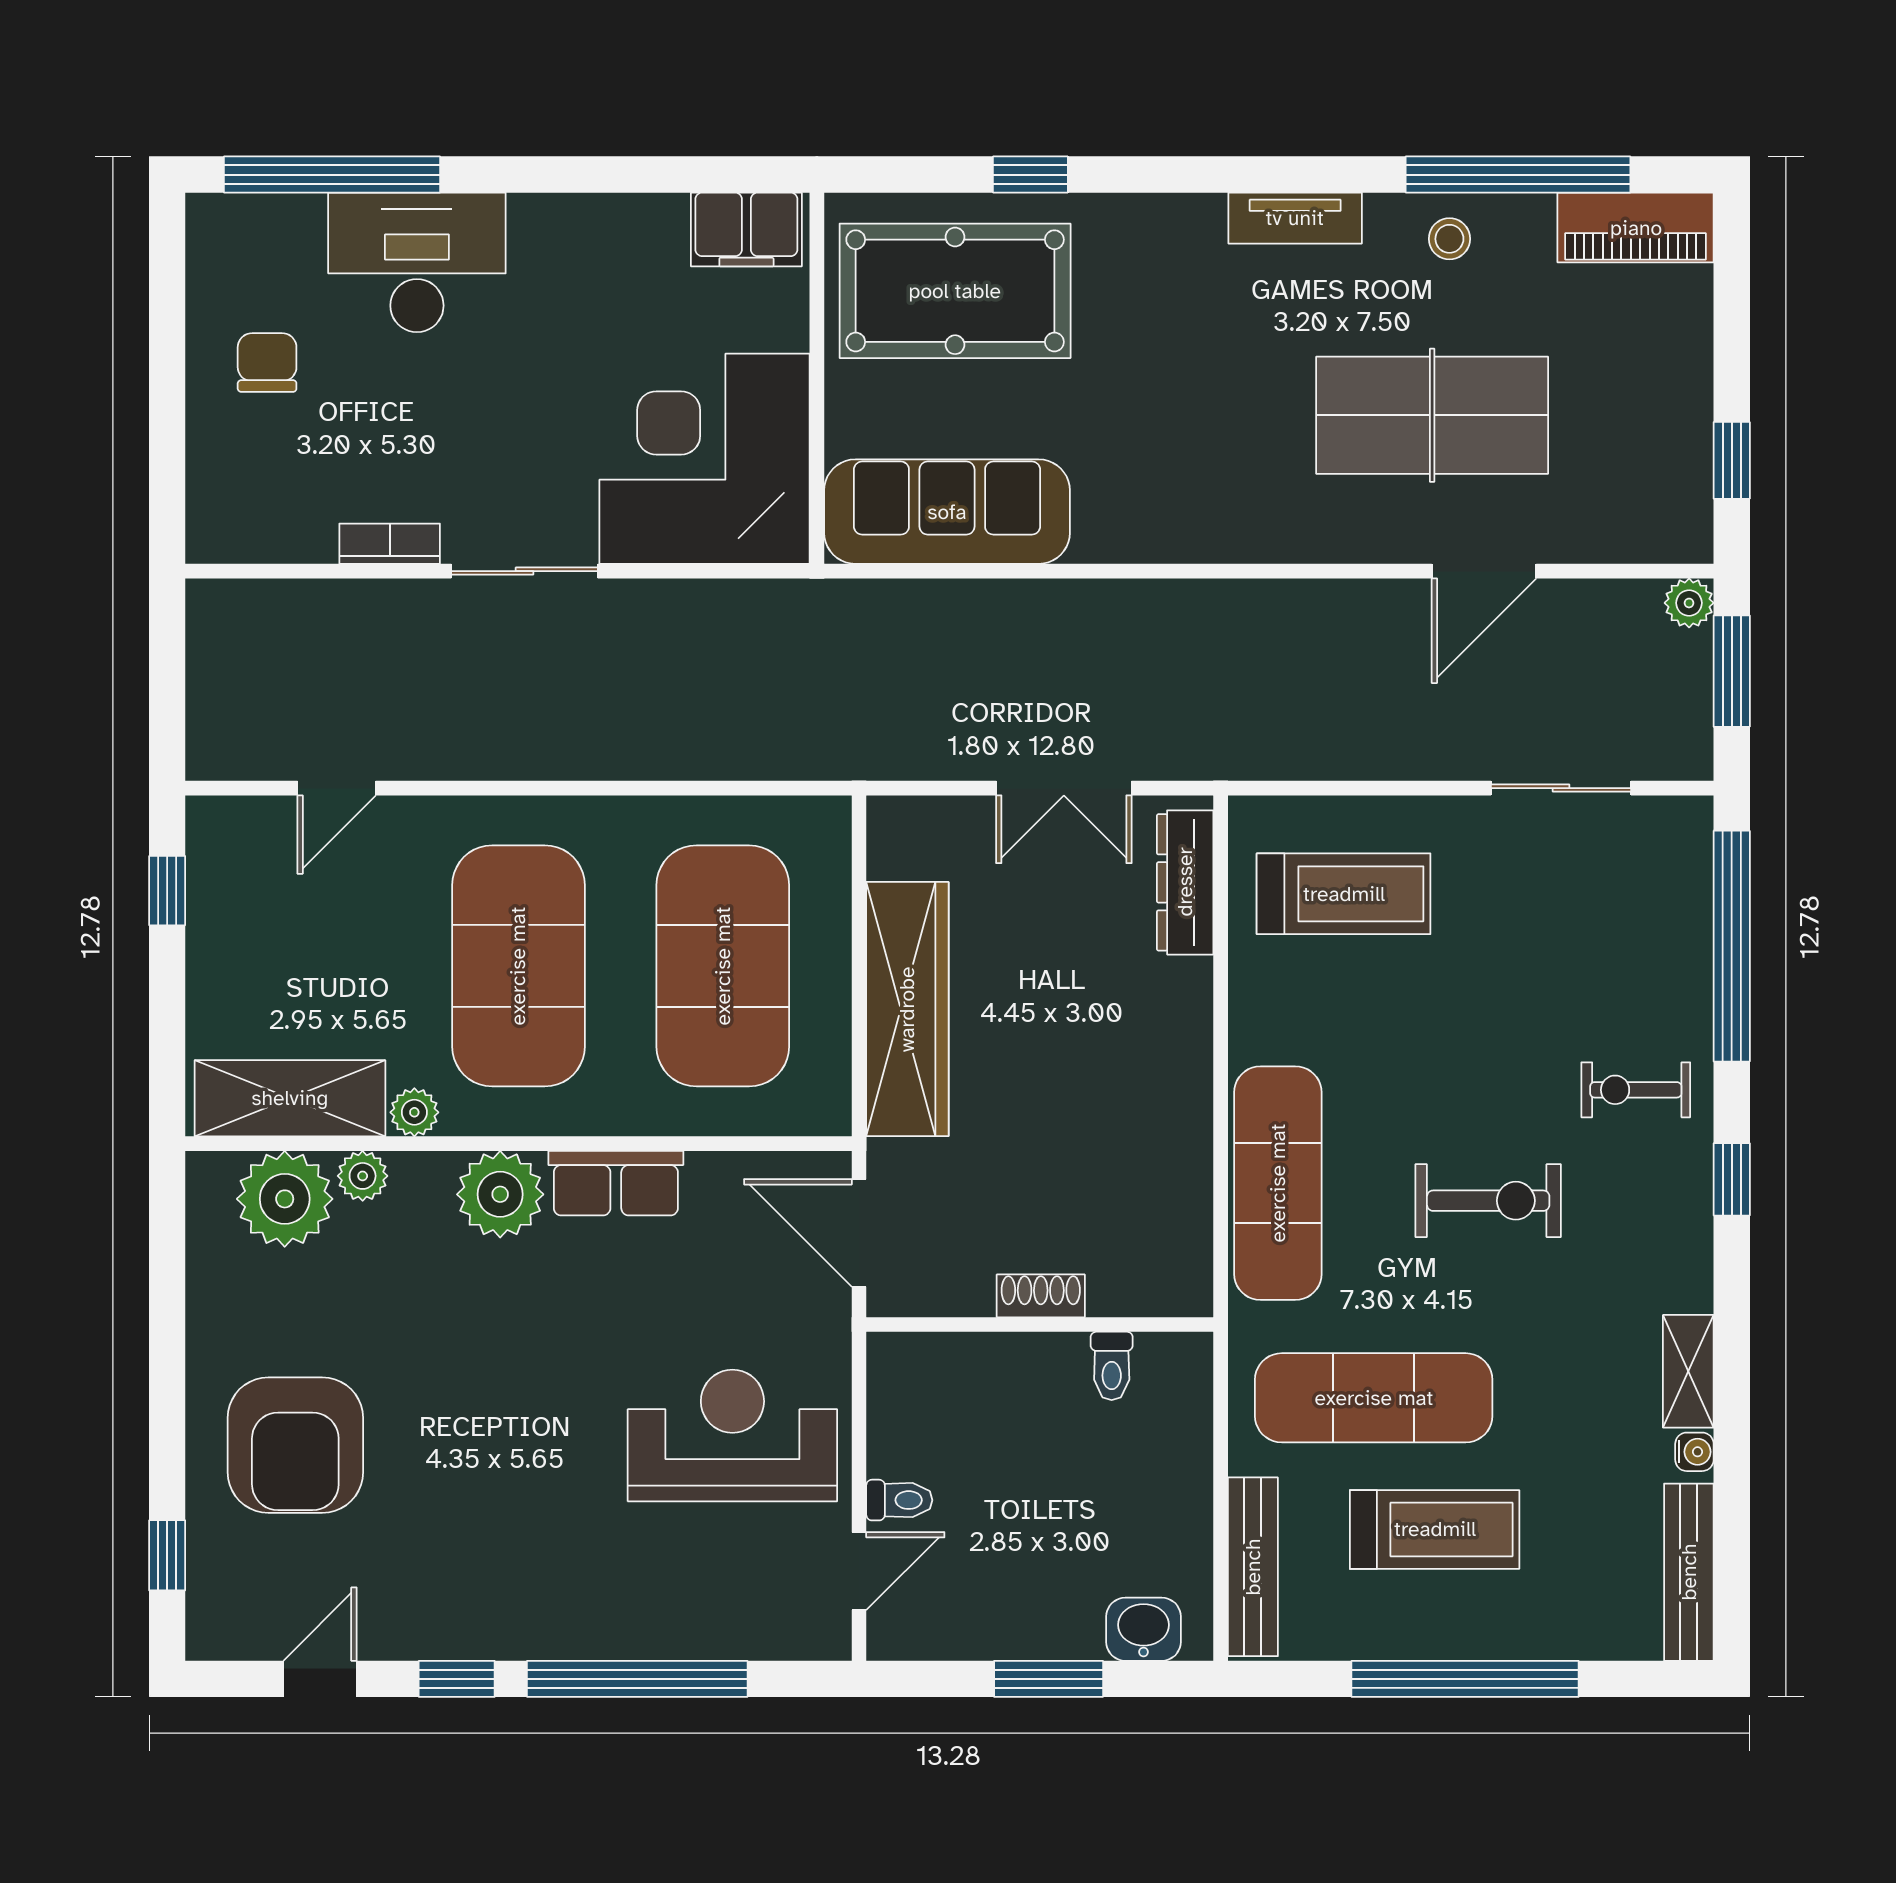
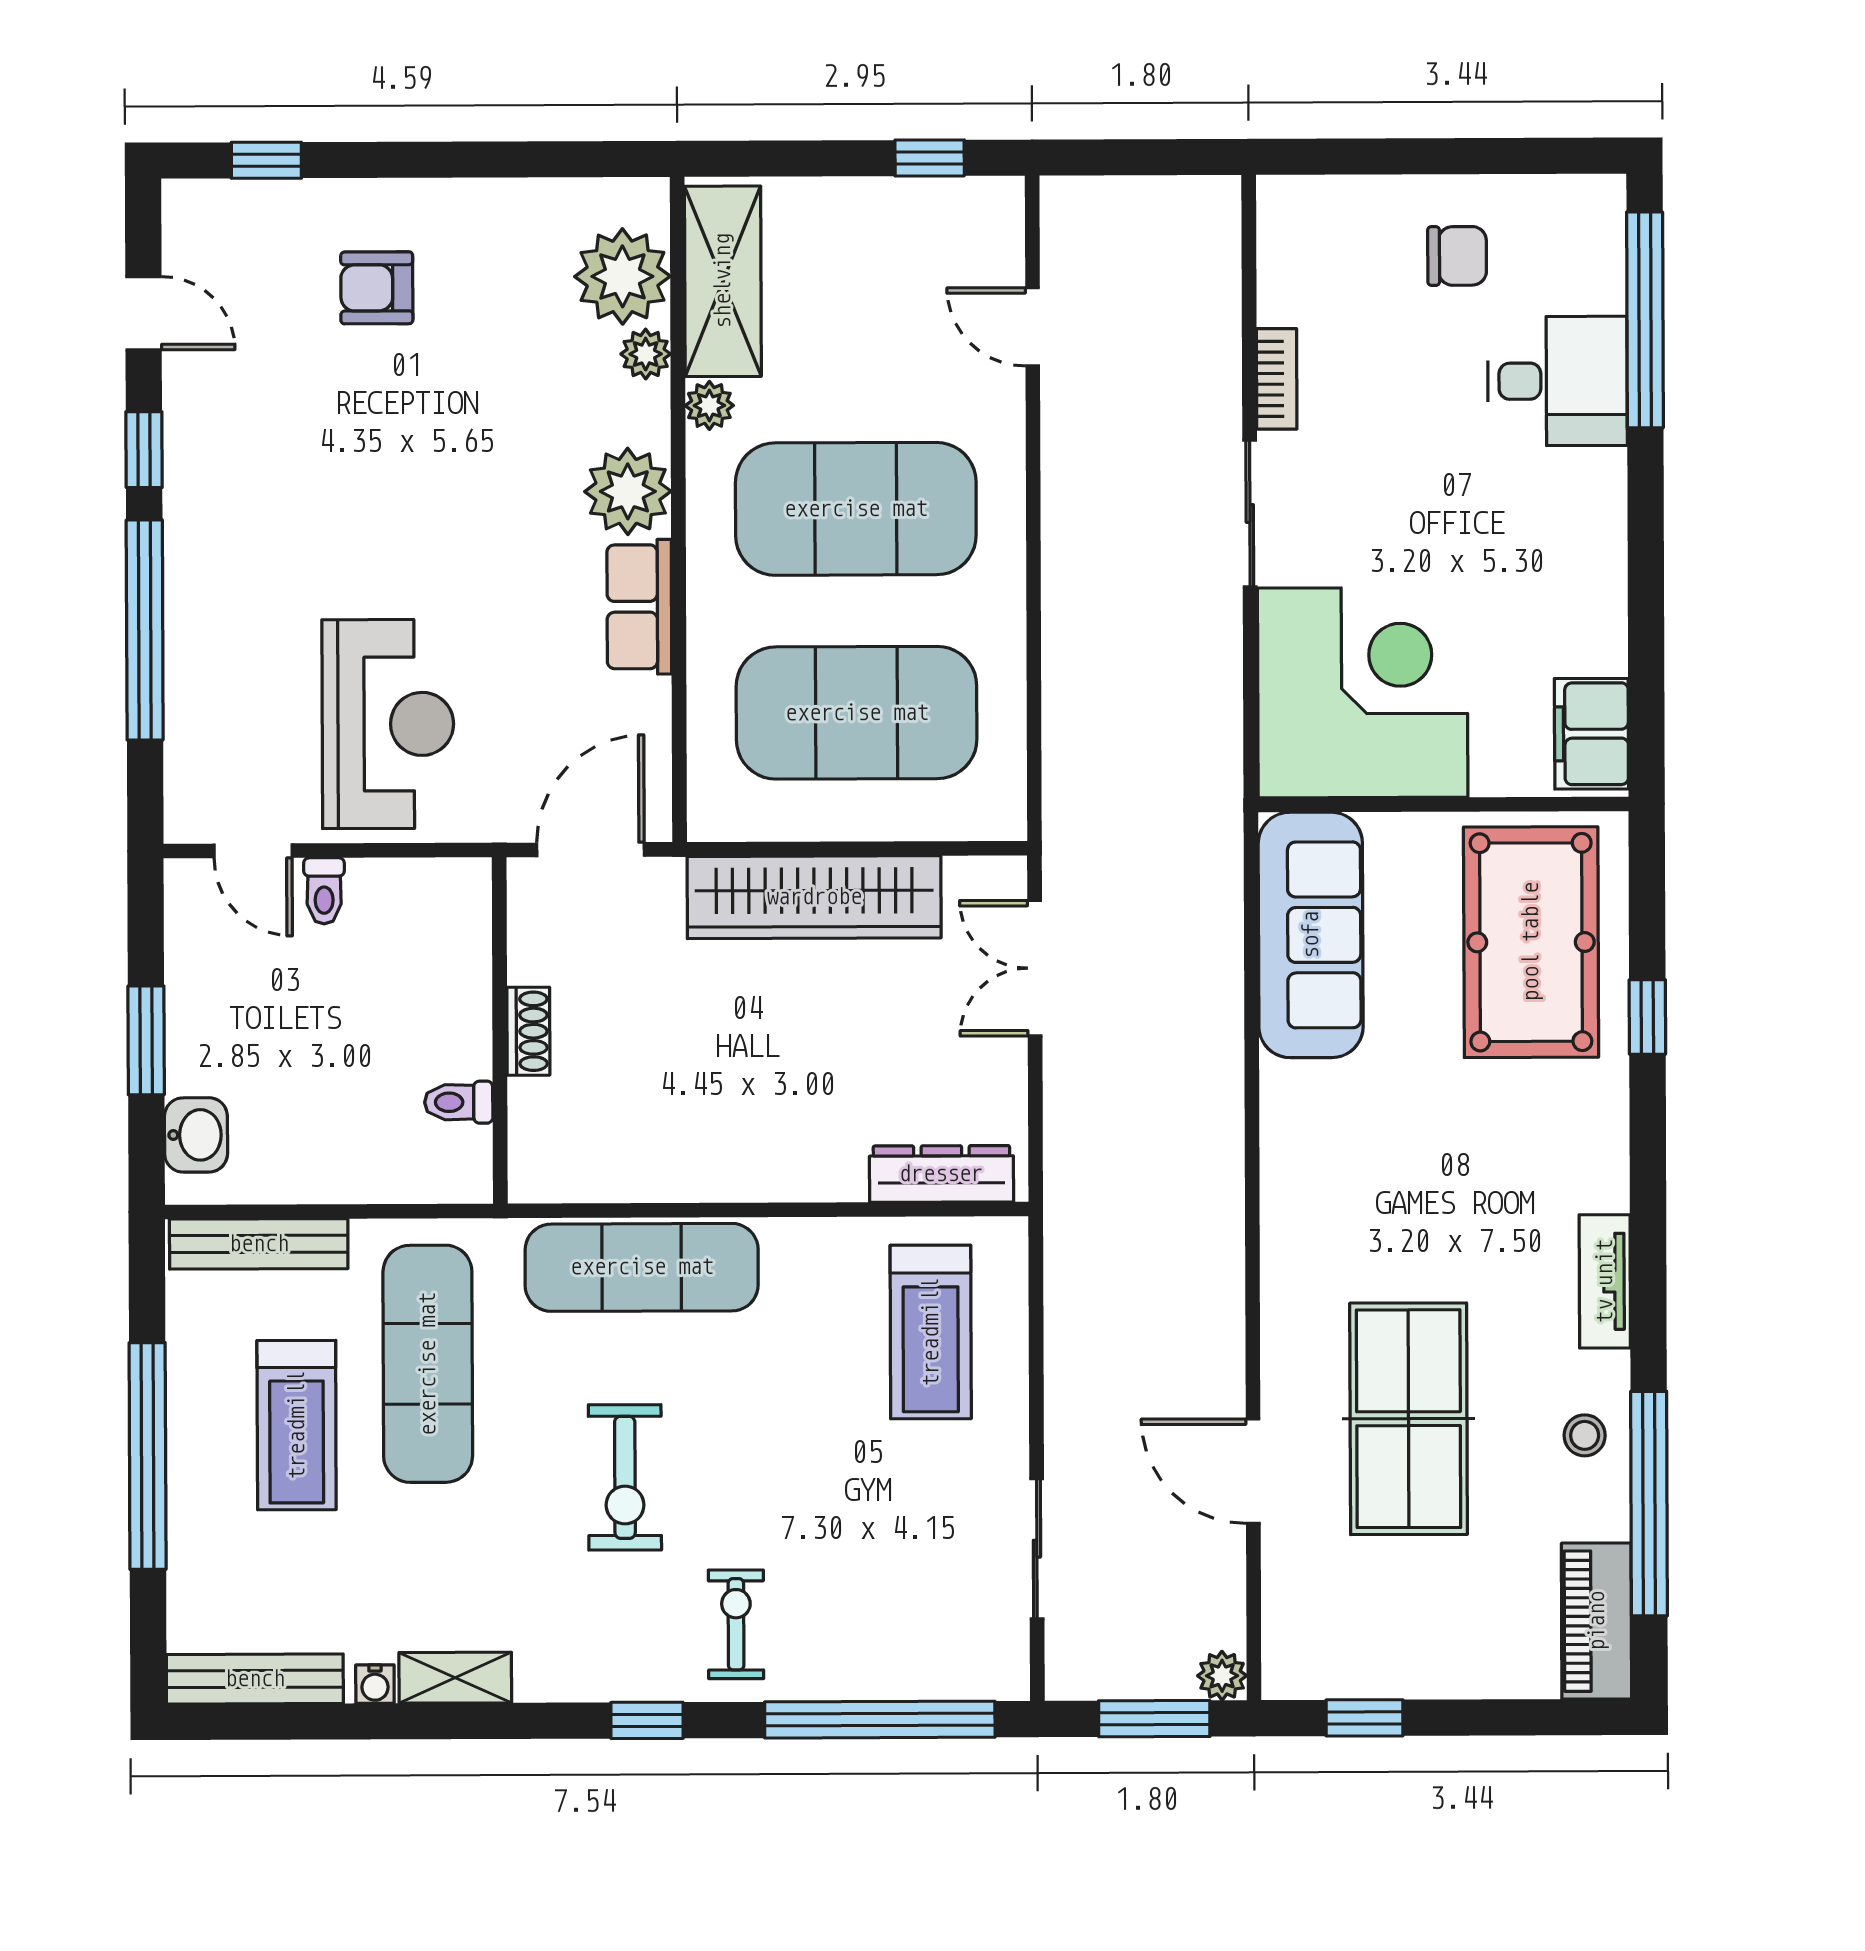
desk: (417, 262) -> (1557, 381), width x0.73
double door: (1064, 788) -> (1035, 968), moved
armchair: (295, 1445) -> (377, 288), width x0.53, depth x0.53

